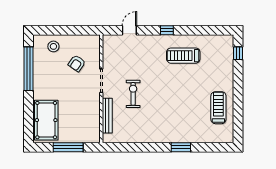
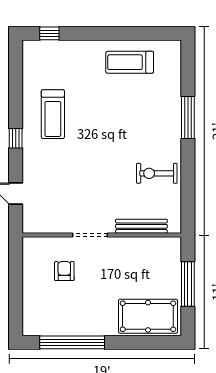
stool: (53, 46) -> (39, 306), removed
armchair: (77, 63) -> (64, 271), turned -125
exercise bike: (133, 94) -> (157, 173), moved
window: (181, 147) -> (188, 118), width x1.44

